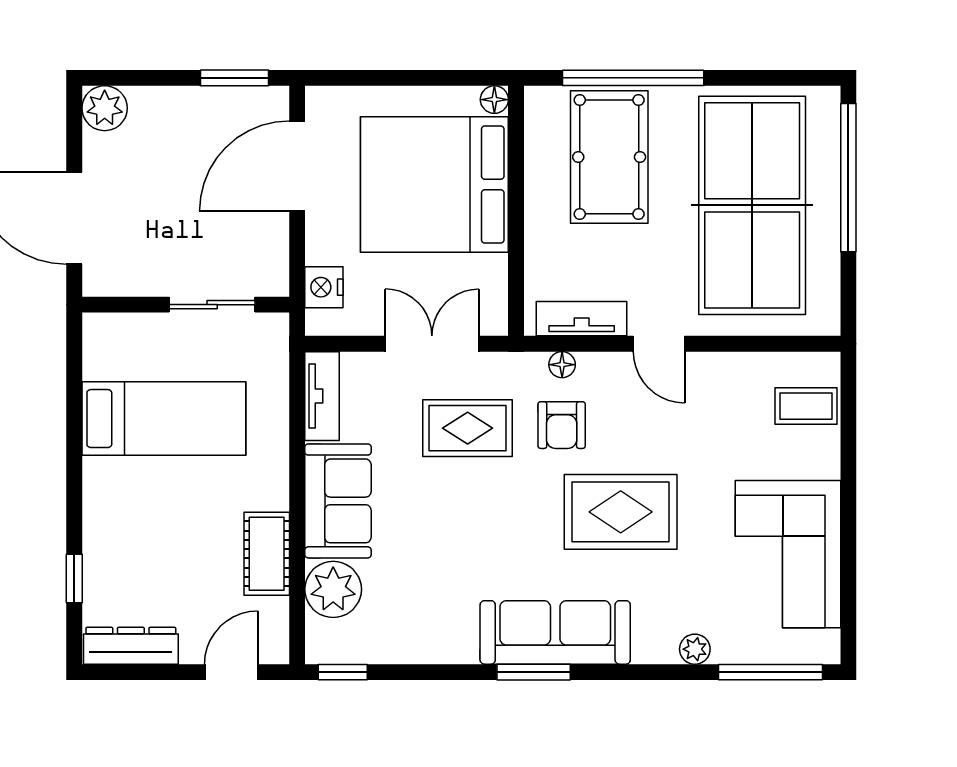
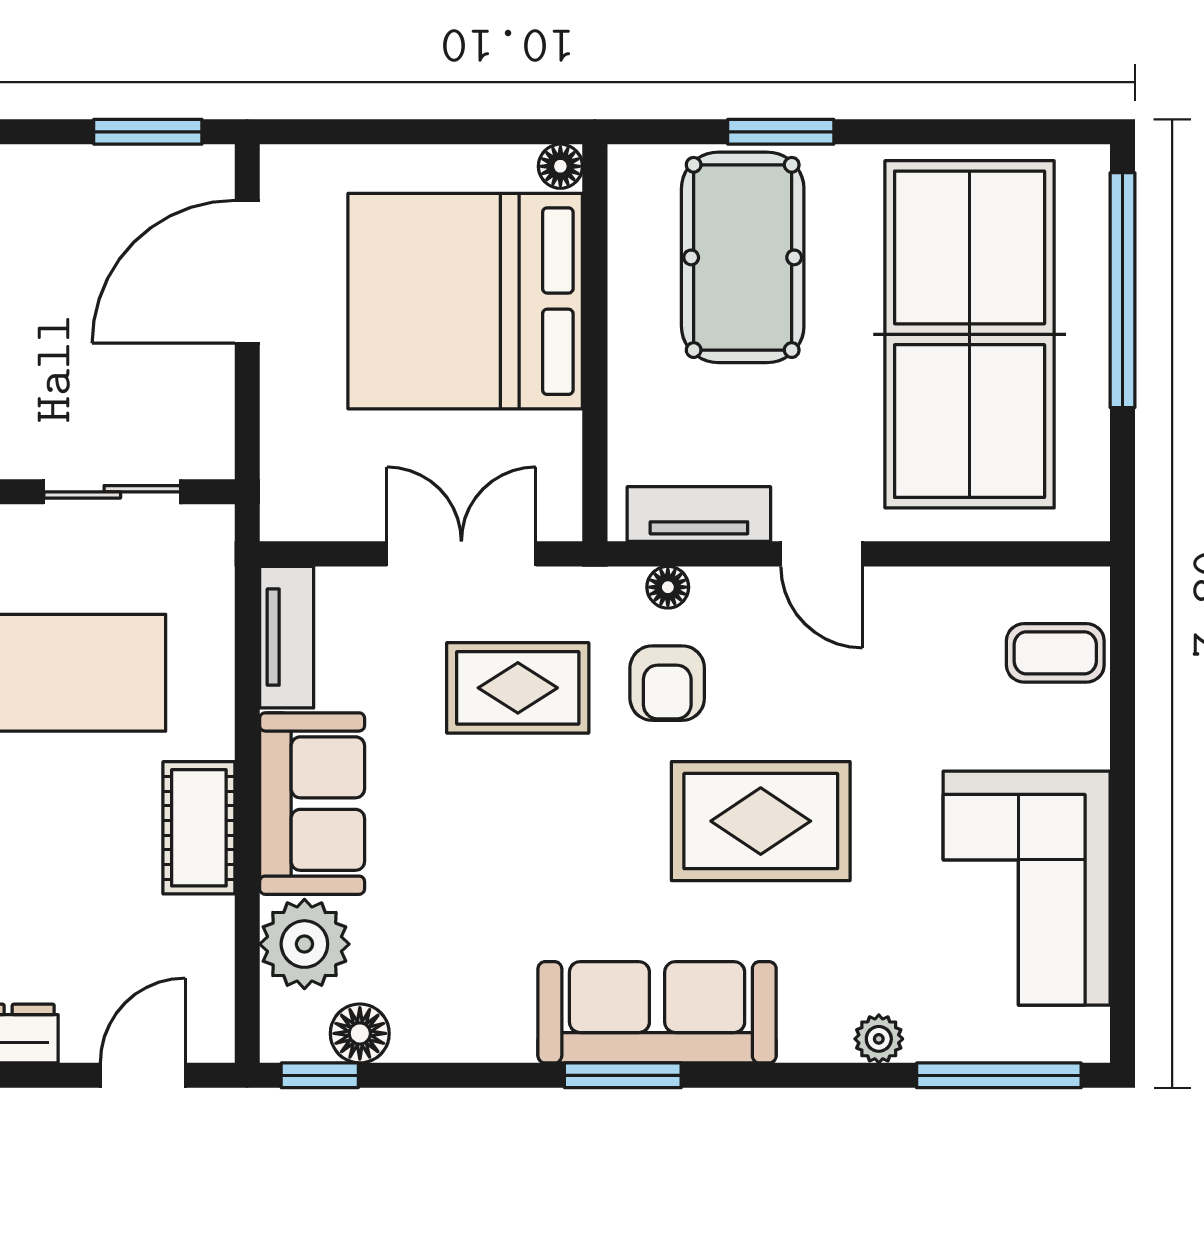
window: (633, 78) -> (781, 132), width x0.47
nightstand: (324, 287) -> (290, 464), removed
cot: (267, 554) -> (199, 828), moved
floor lamp: (368, 646) -> (360, 1033), added

